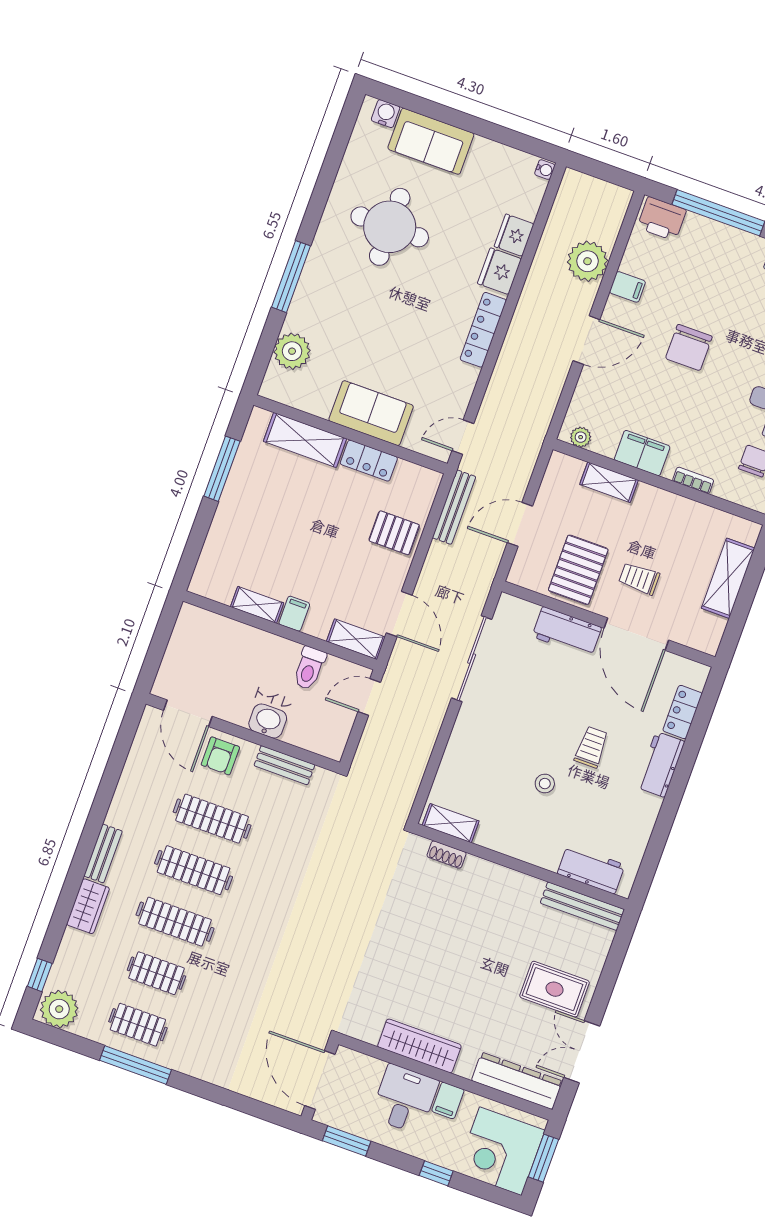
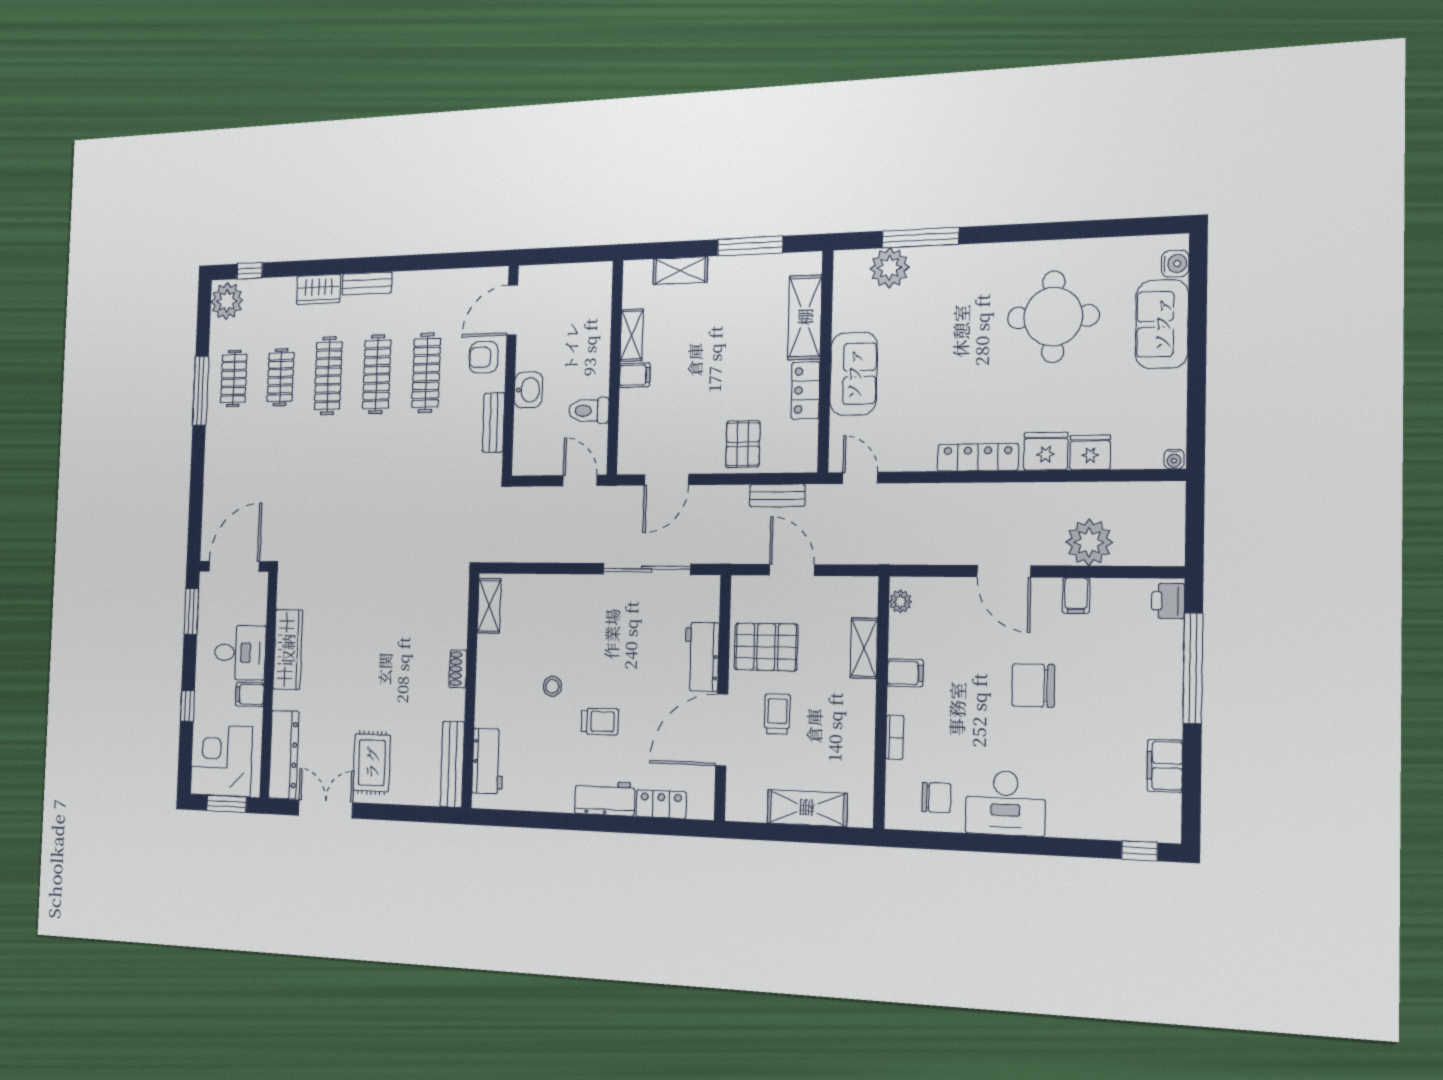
printer: (662, 219) -> (1168, 601), width x0.73, depth x0.81
window: (291, 277) -> (920, 238), moved
filing cabinet: (642, 453) -> (905, 673), width x0.50
bench: (454, 507) -> (777, 495), width x0.73
shelving: (356, 639) -> (680, 271), moved, turned 90
shoe rack: (447, 855) -> (458, 669), moved

